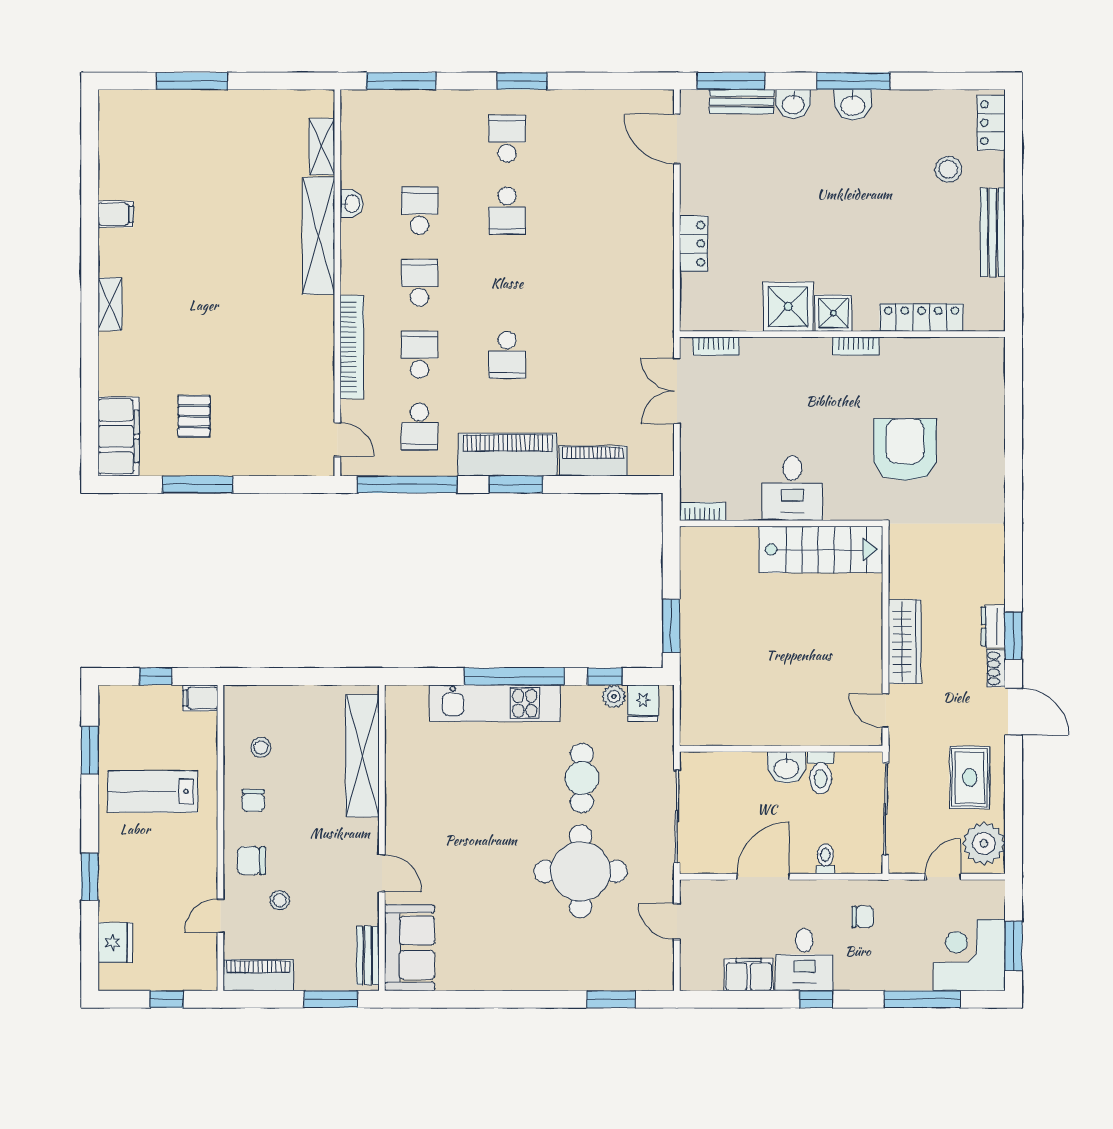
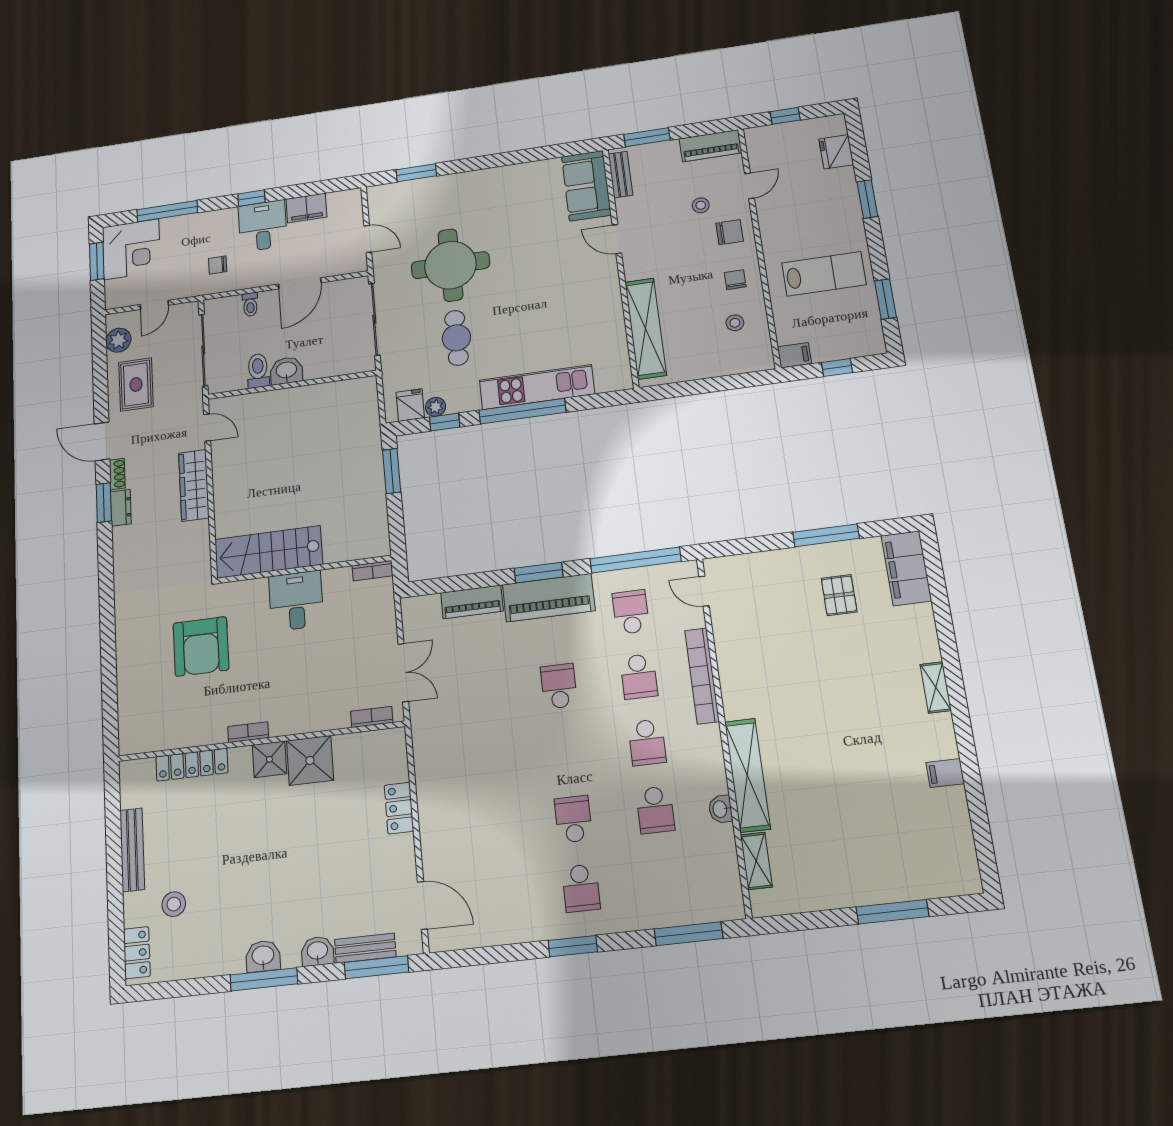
plant: (984, 843) -> (118, 340), width x0.73, depth x0.73

